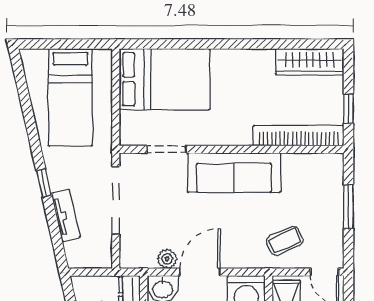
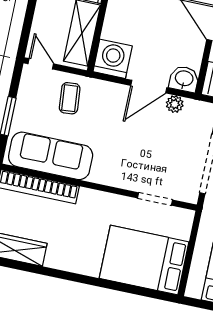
sofa: (234, 173) -> (51, 156), moved
coffee table: (285, 241) -> (70, 98), turned -71

